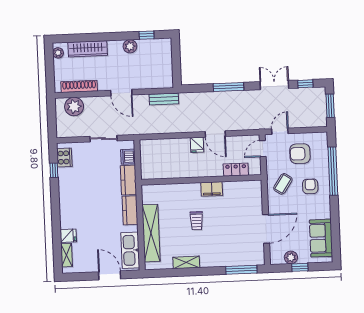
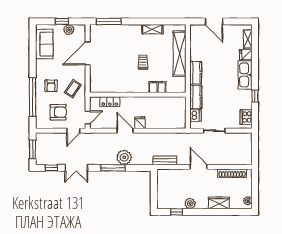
wardrobe: (88, 49) -> (219, 203), width x0.67
plant: (74, 107) -> (124, 157), moved
window: (54, 170) -> (255, 96), moved
filing cabinet: (212, 189) -> (157, 87), moved
kitchen sink: (130, 250) -> (245, 75), moved, turned 180

